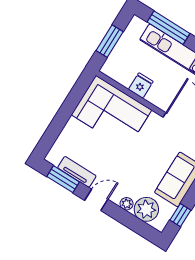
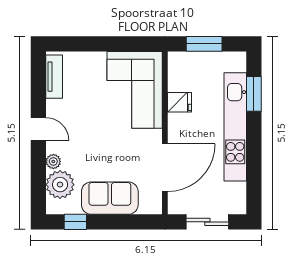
window: (168, 28) -> (254, 94), width x0.69
tv unit: (77, 172) -> (54, 77), moved
window: (63, 179) -> (38, 83), removed

